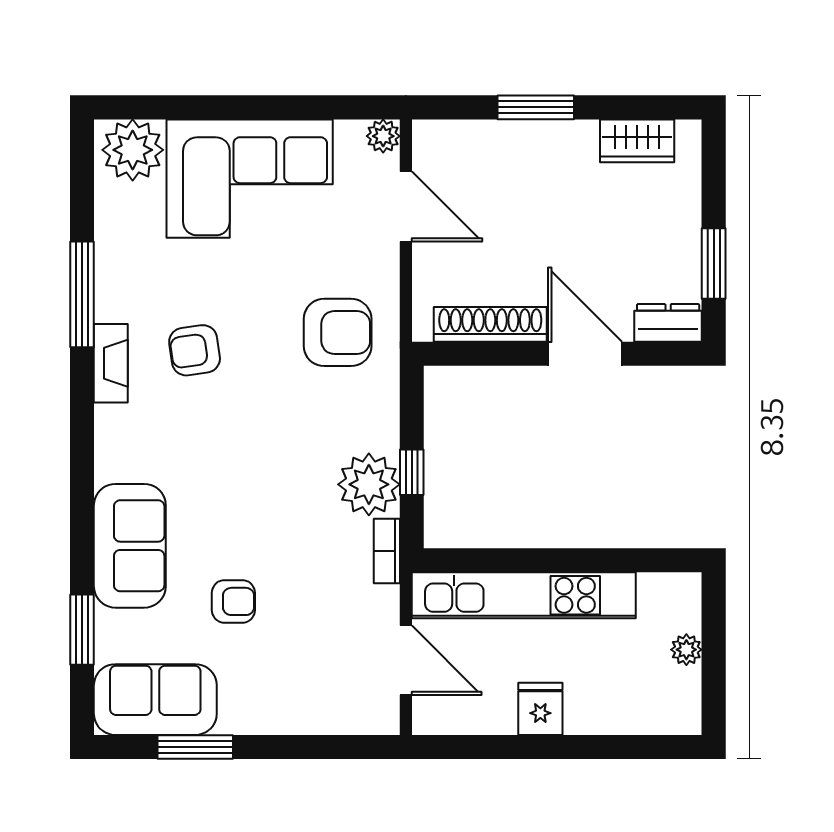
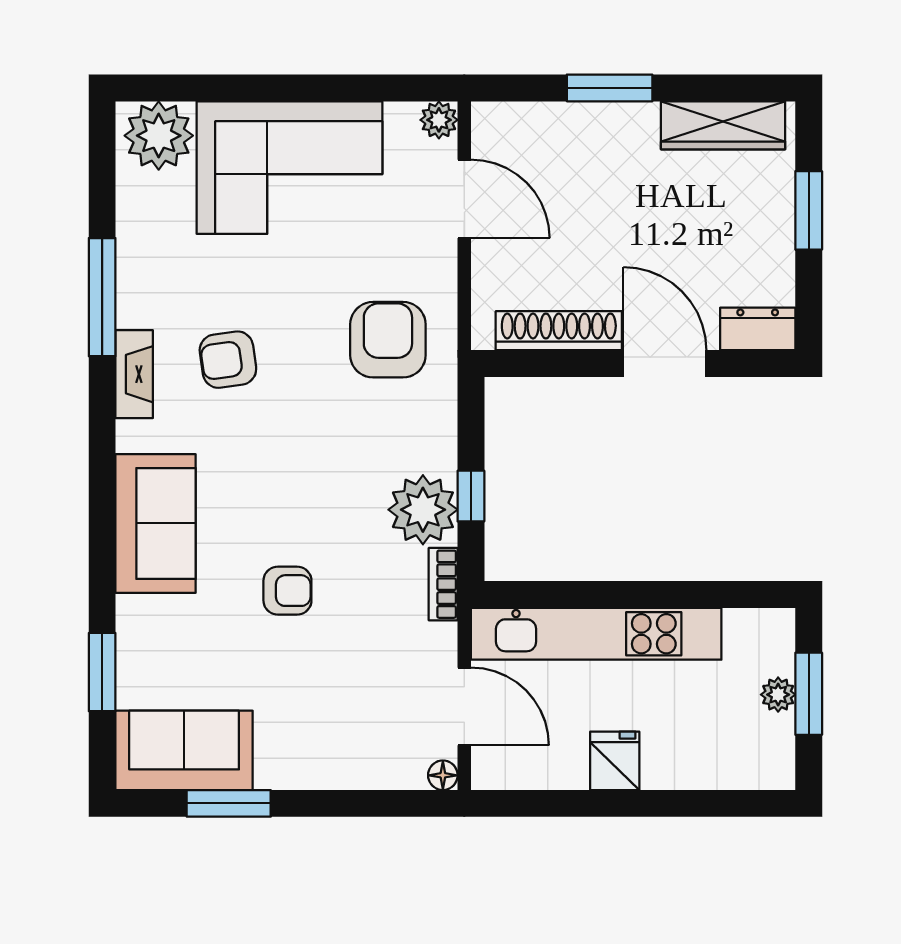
wardrobe: (637, 141) -> (723, 125), width x1.50
window: (714, 263) -> (809, 210), moved
armchair: (338, 332) -> (388, 340), turned -90
sofa: (130, 546) -> (156, 523), moved
armchair: (233, 601) -> (287, 591), moved
window: (714, 649) -> (809, 694), added
floor lamp: (387, 722) -> (443, 775), added

